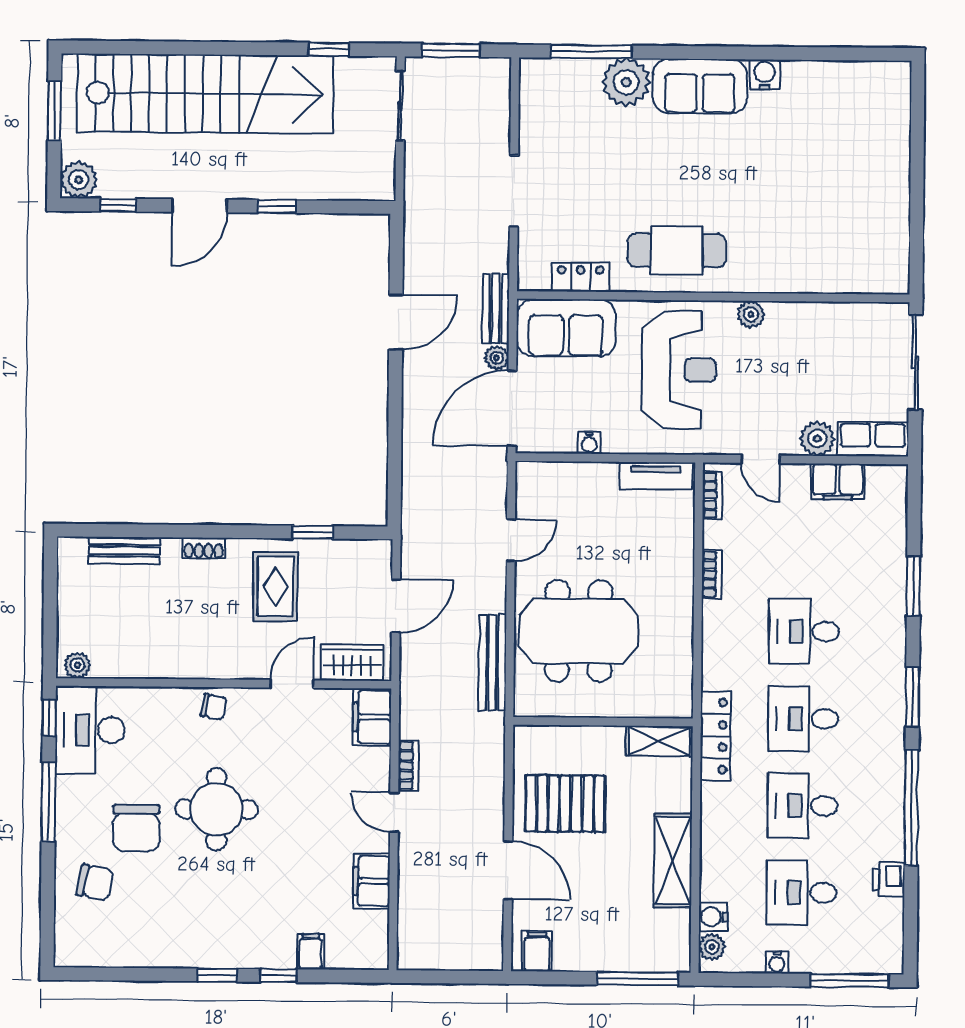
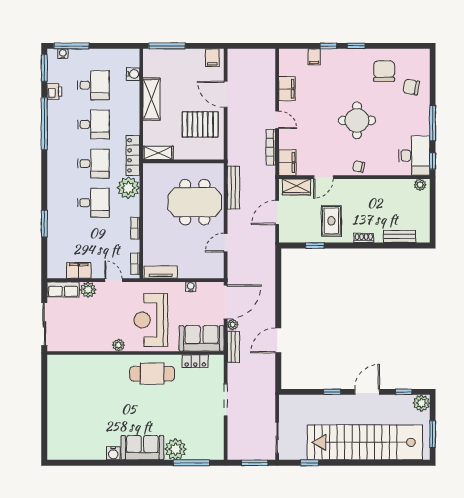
window: (912, 697) -> (44, 68), moved
bookcase: (408, 766) -> (271, 147), width x1.56
chair: (136, 828) -> (384, 71), moved
plant: (712, 947) -> (128, 188), moved, width x1.88, depth x1.88
water cooler: (777, 963) -> (63, 54), moved

